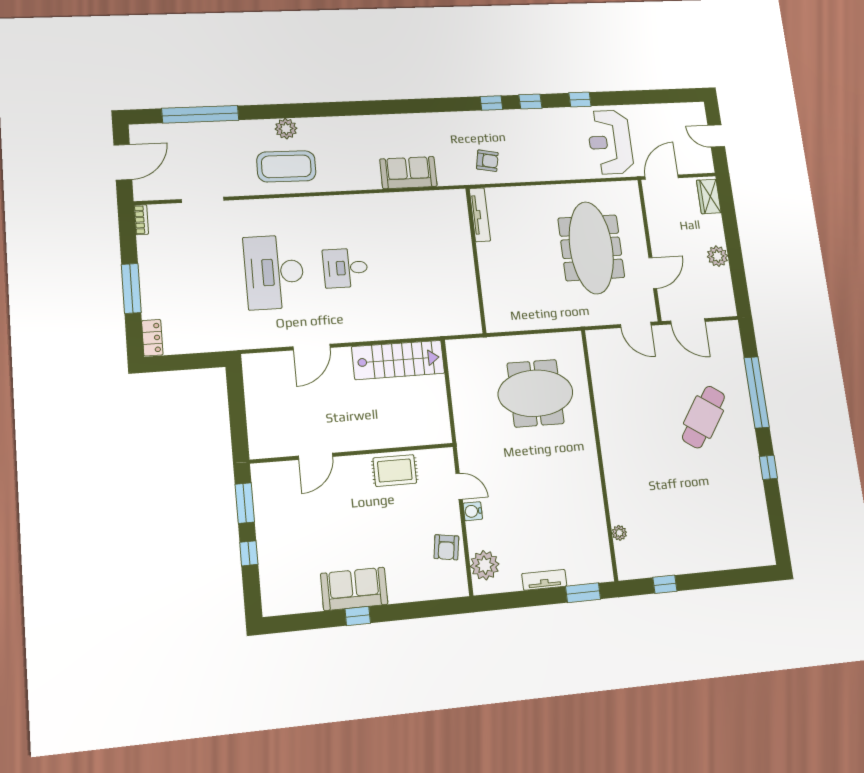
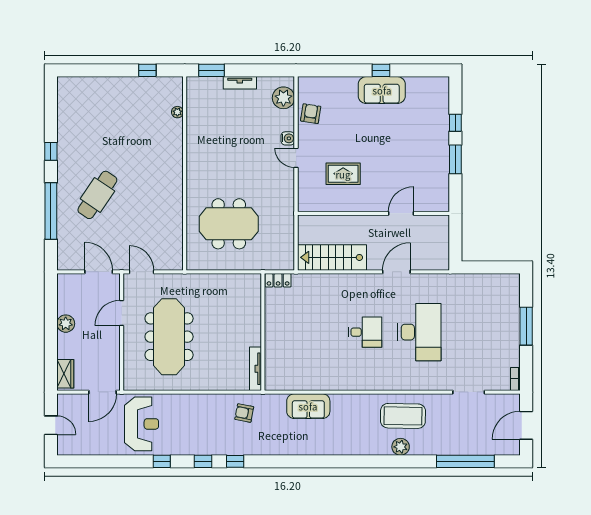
locker: (152, 338) -> (278, 280), moved, turned -90
wall: (352, 453) -> (373, 213), moved
door: (316, 456) -> (401, 213), moved

